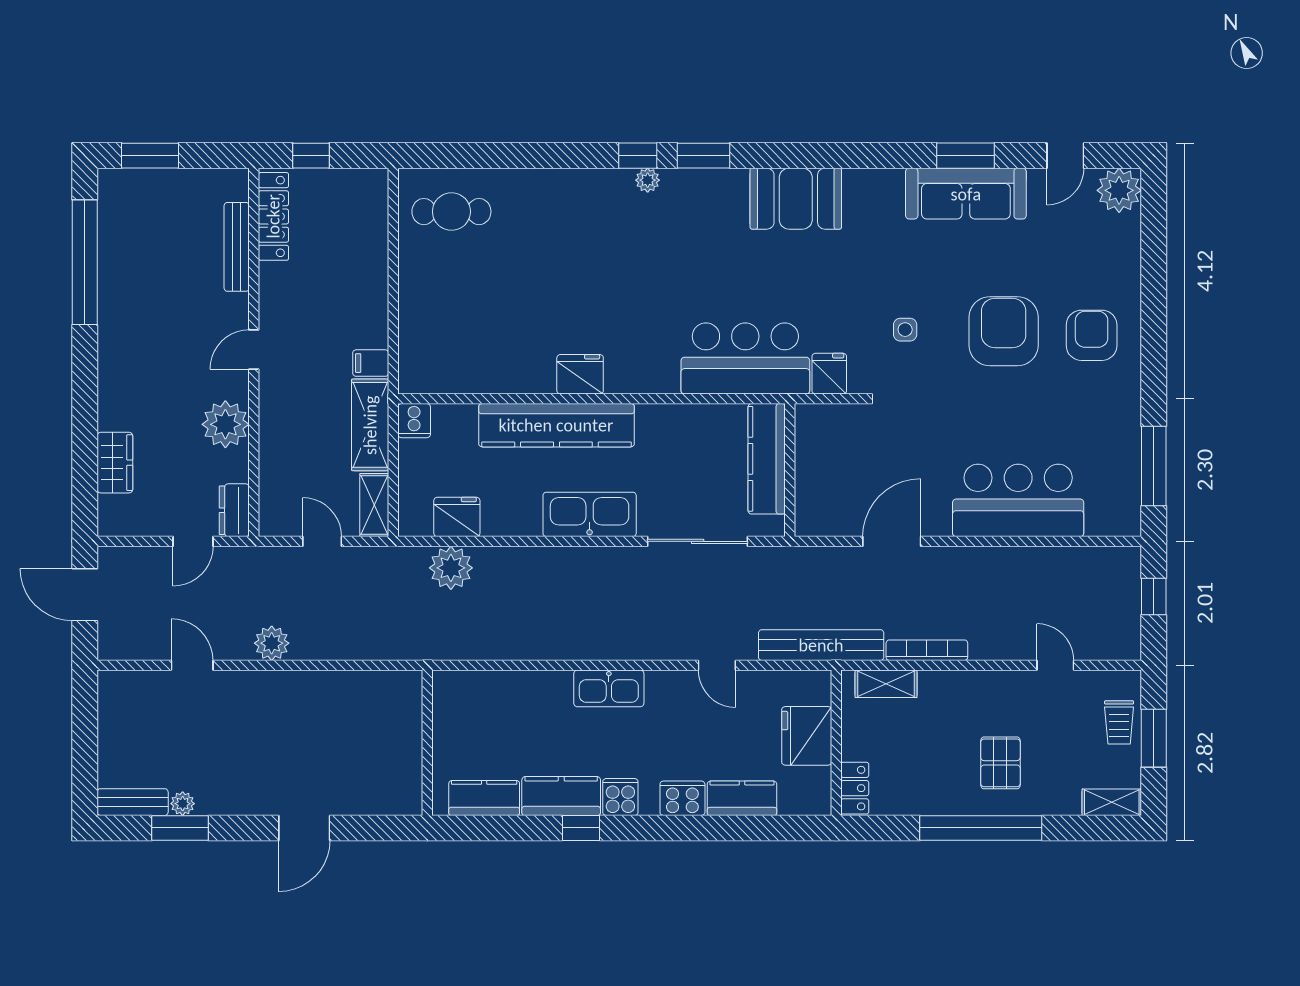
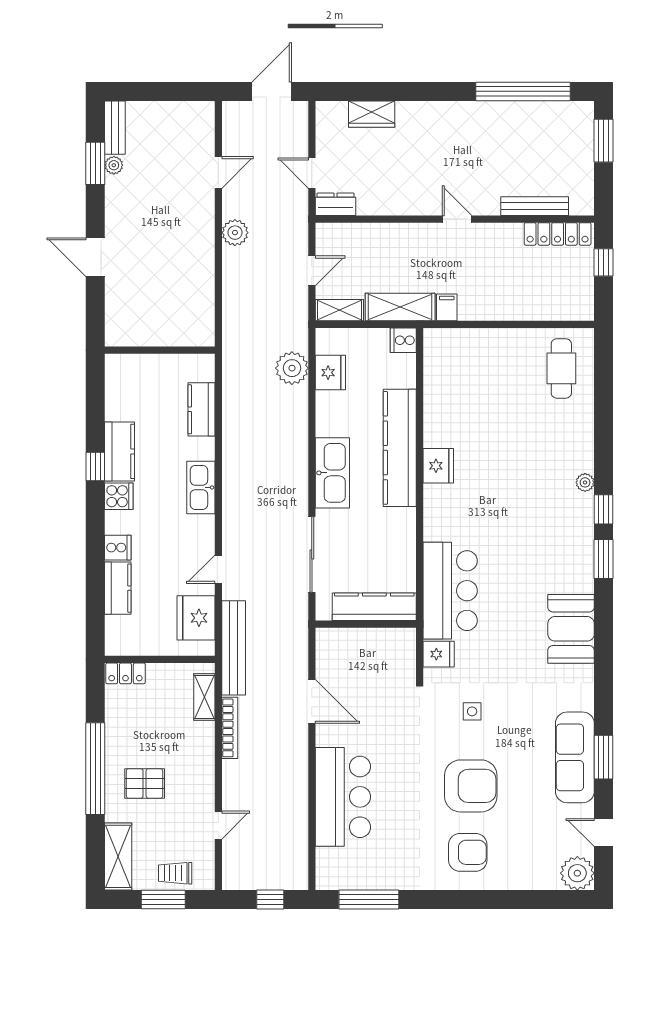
plant: (648, 180) -> (585, 482), moved
plant: (225, 424) -> (401, 198), removed
fridge: (807, 736) -> (196, 618), moved, turned -90
kitchen counter: (484, 798) -> (201, 409), moved, turned 180
cooker: (682, 798) -> (118, 548), width x0.73
shelving: (1112, 802) -> (118, 856), width x1.50, depth x1.33

